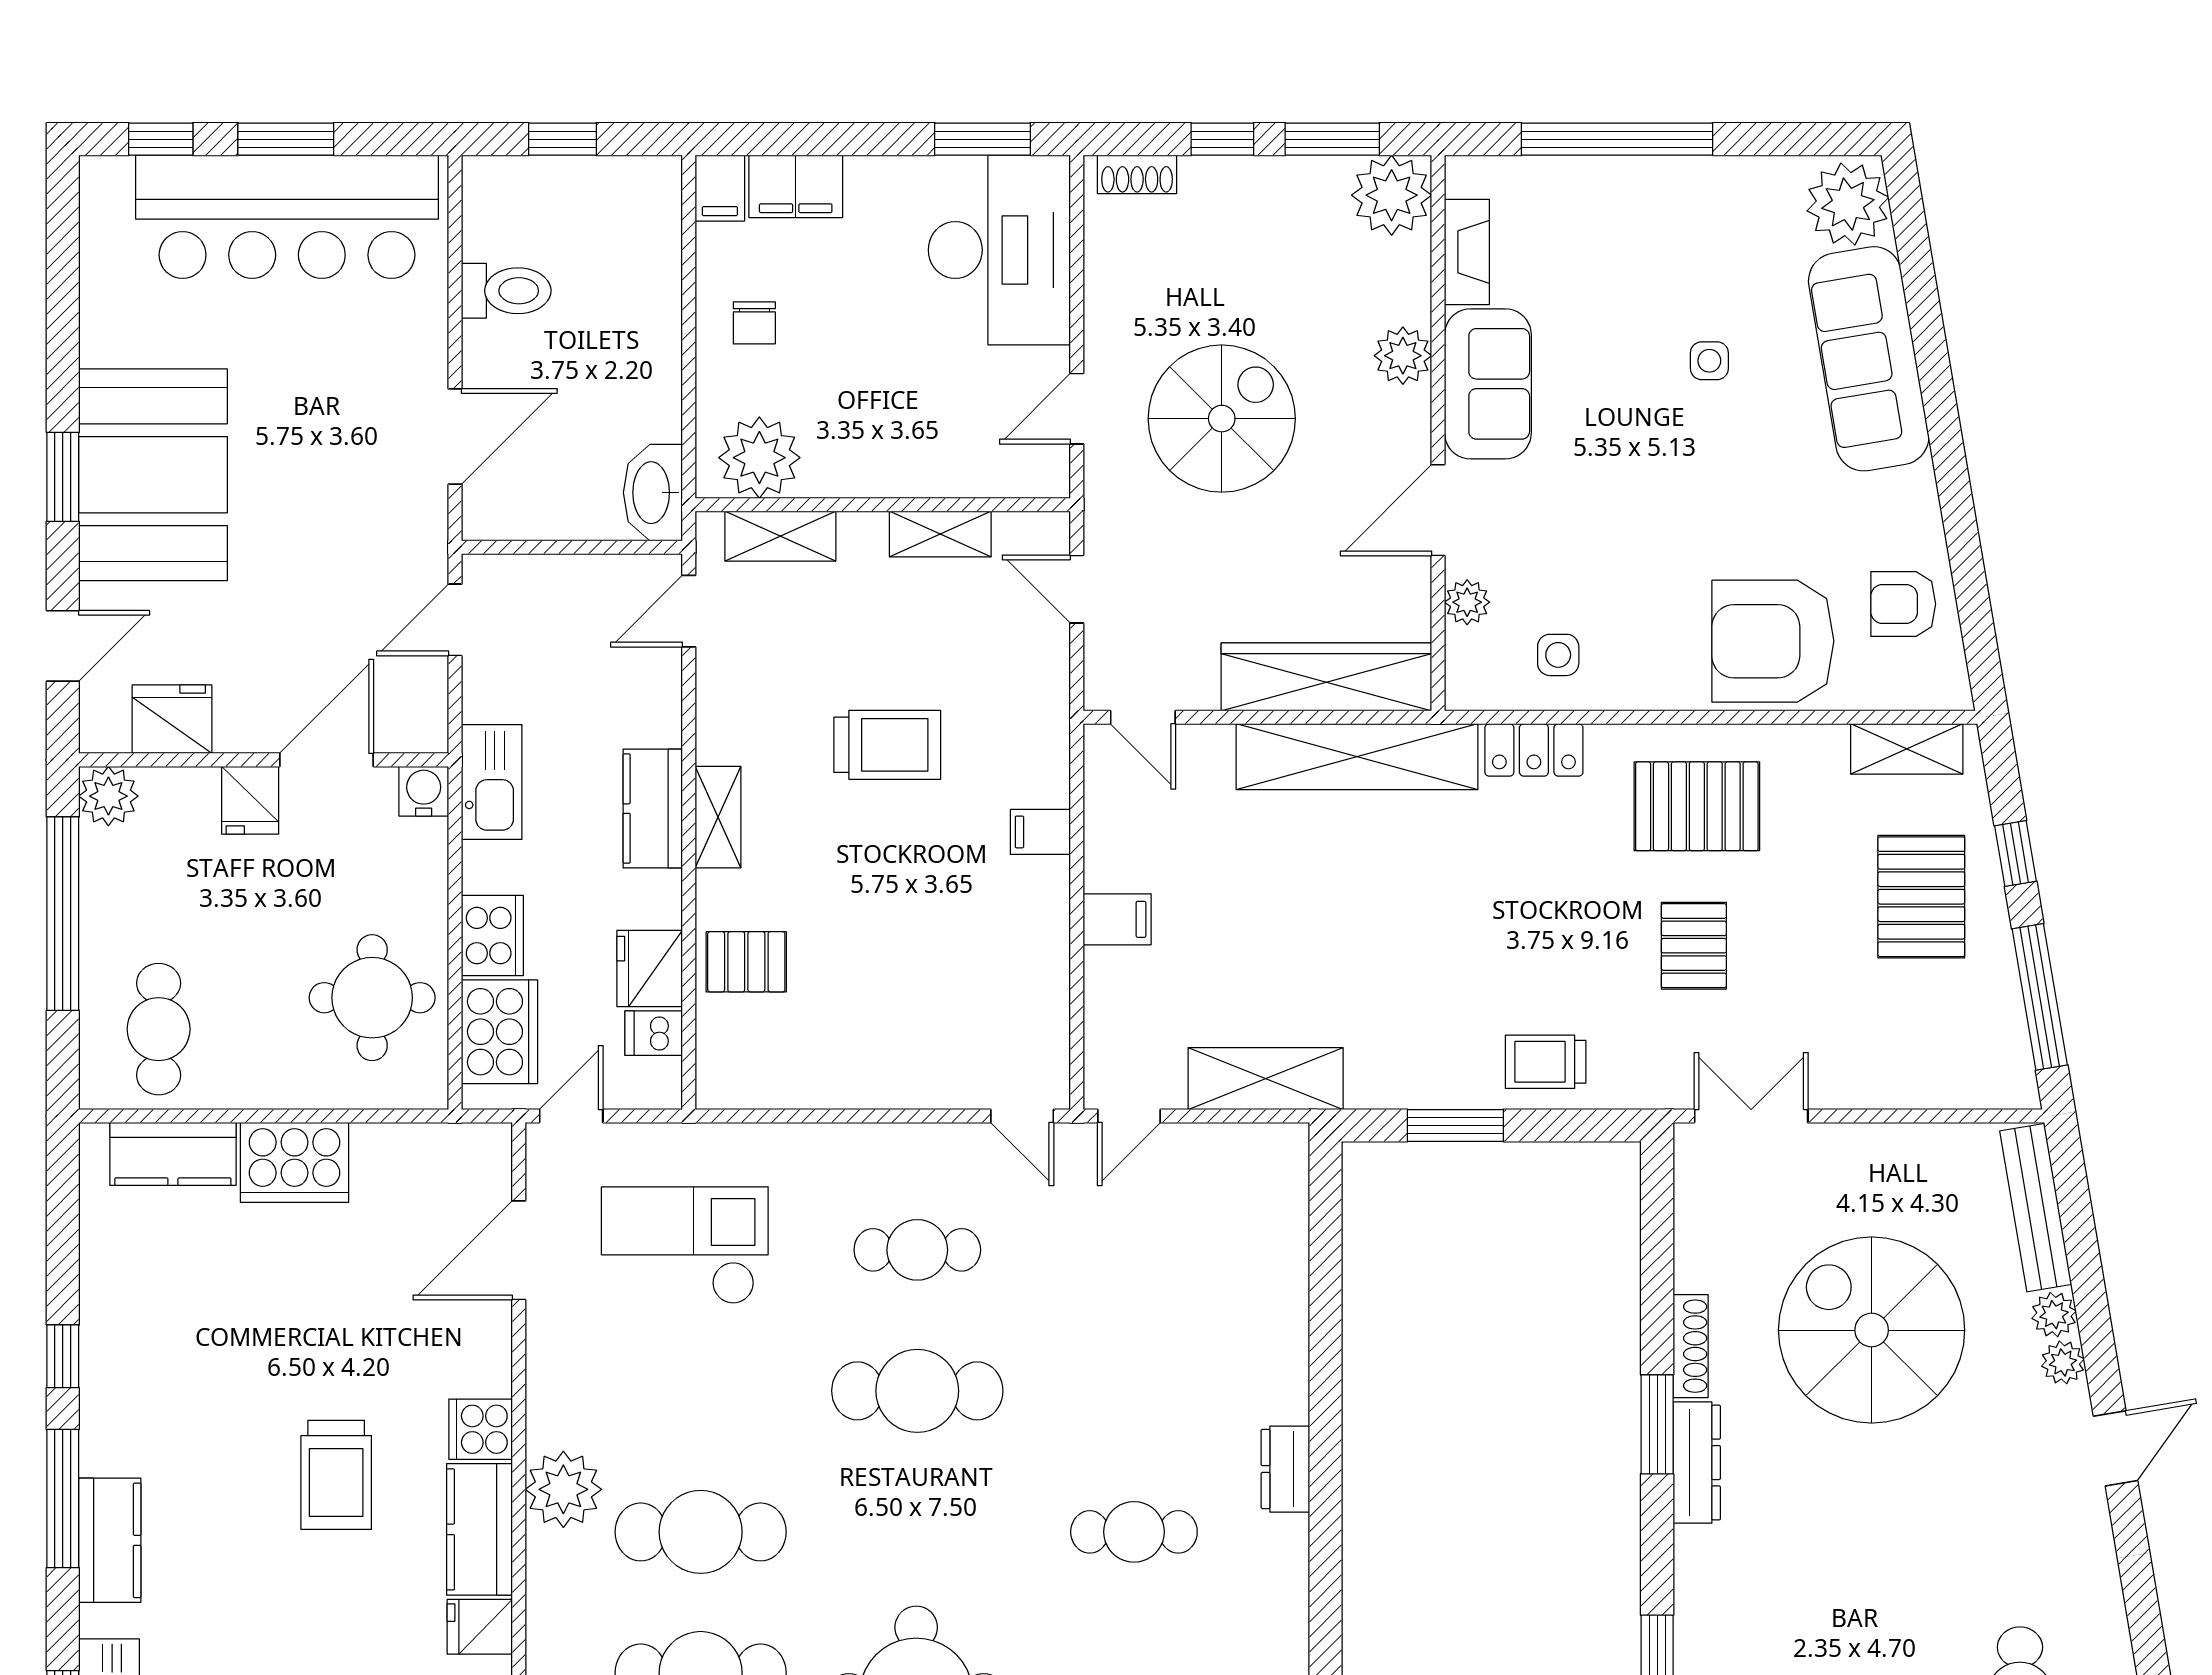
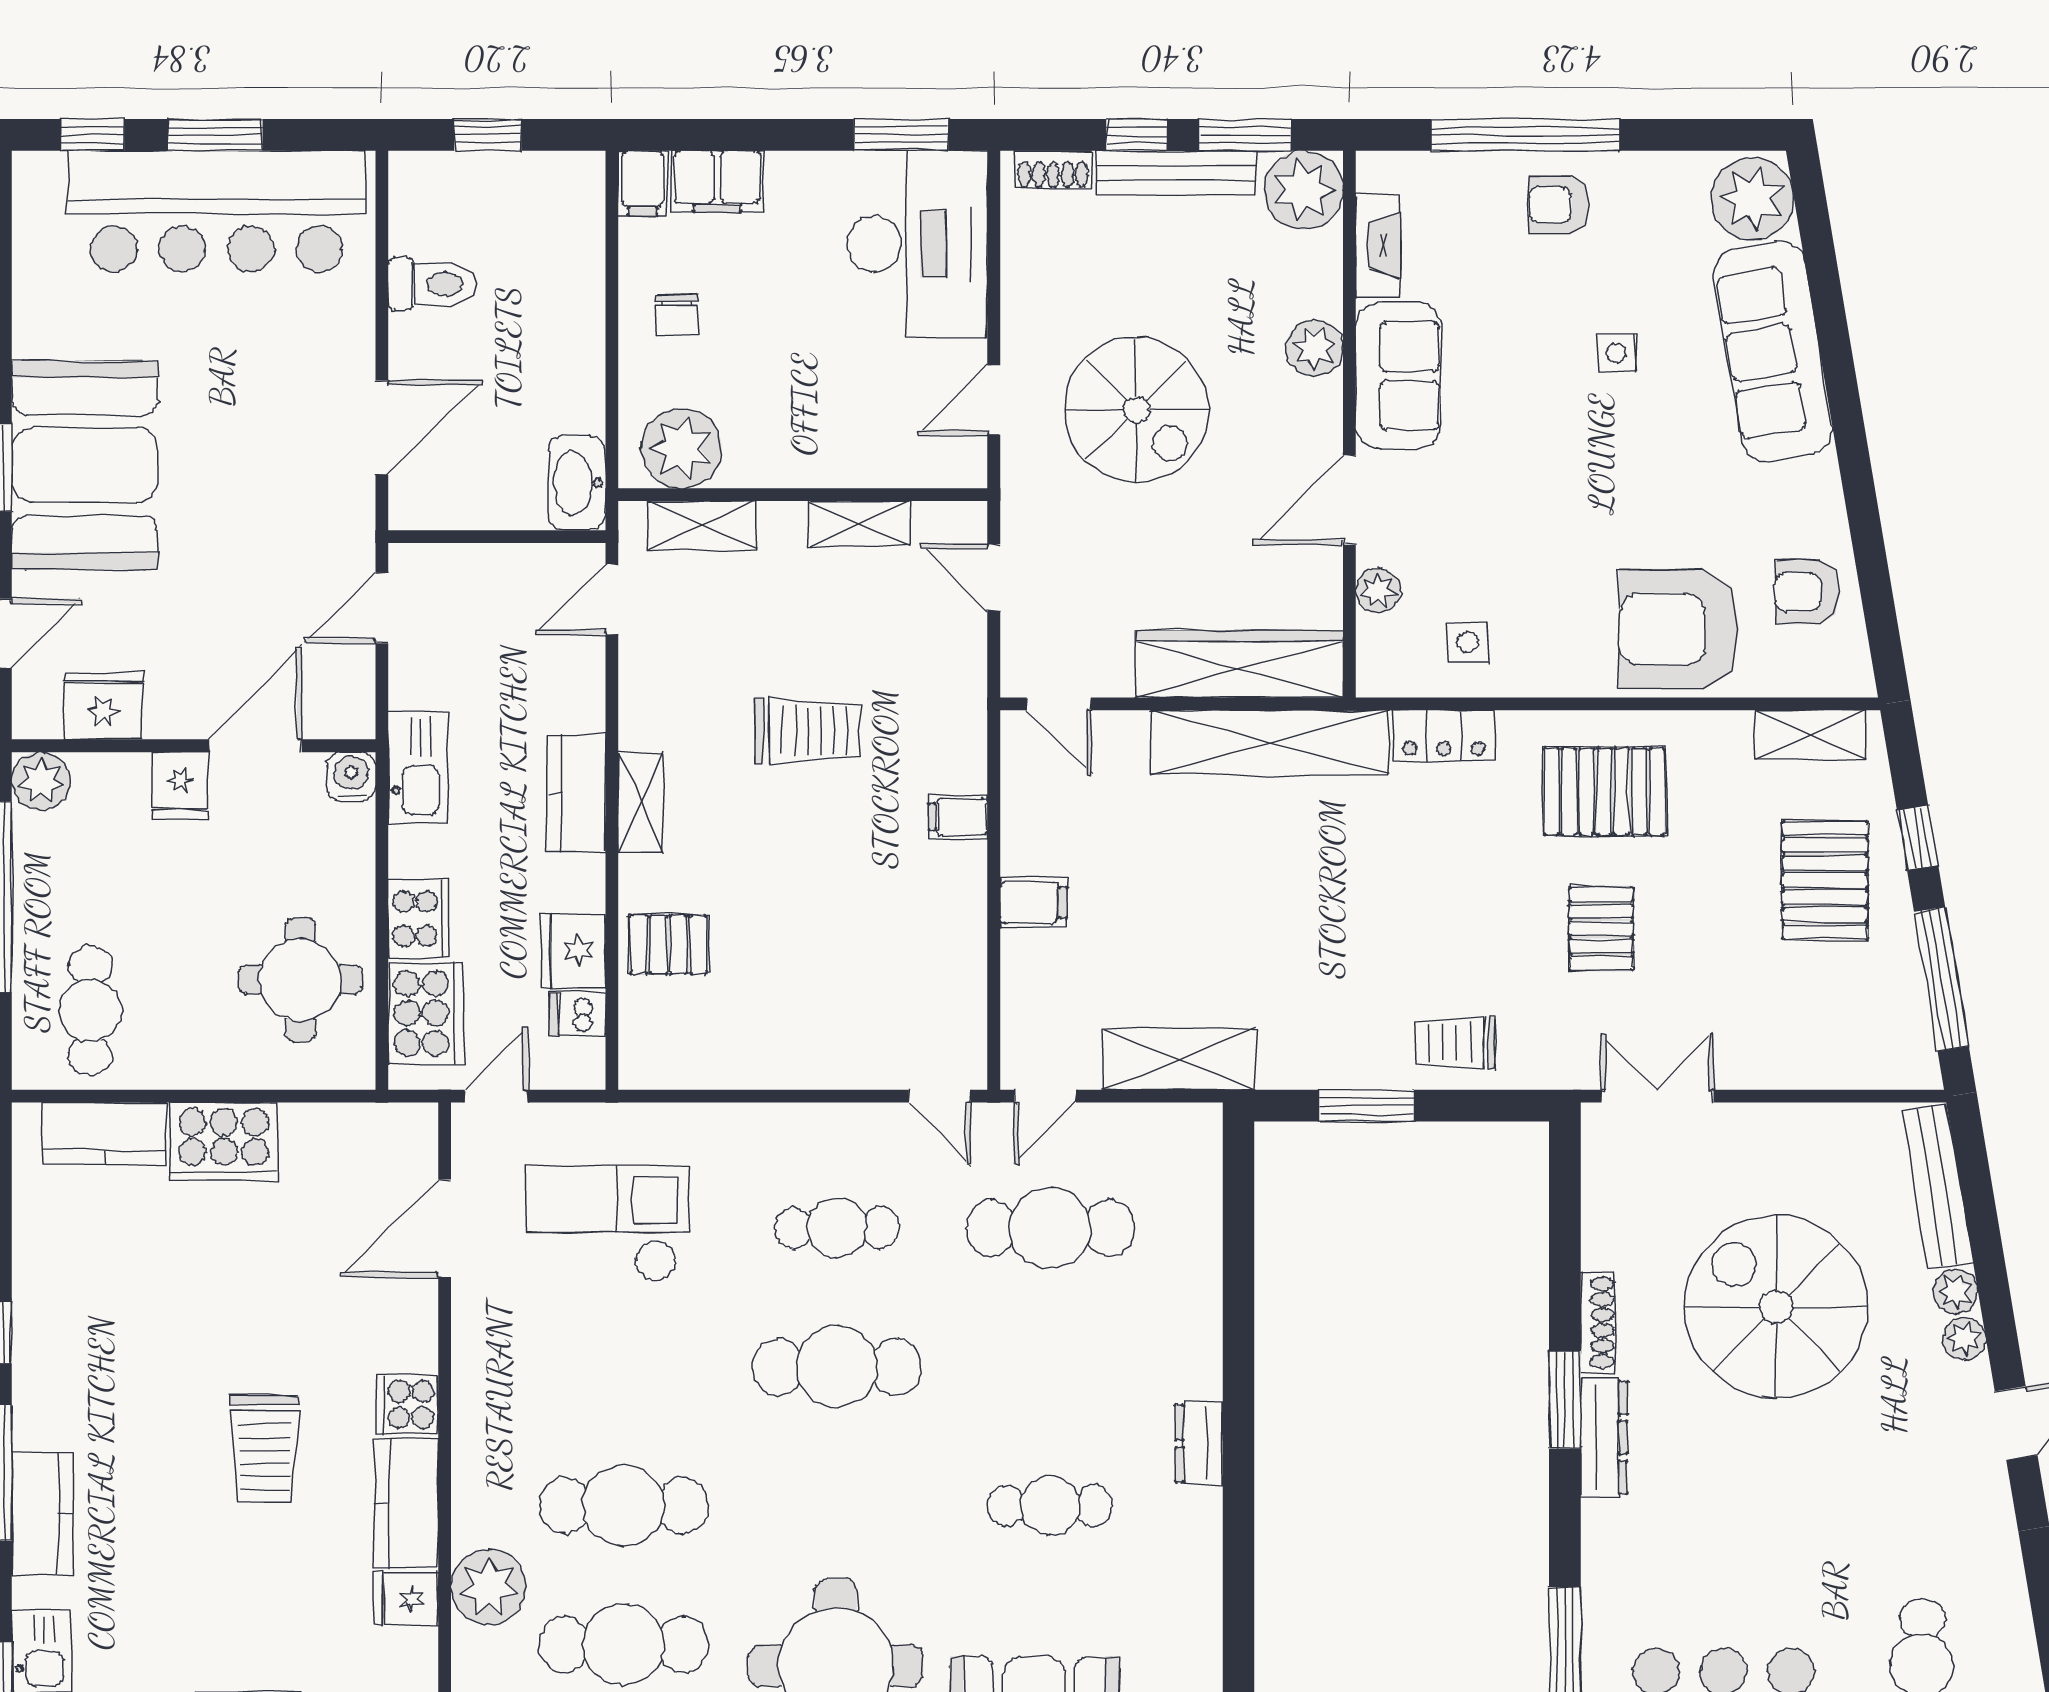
bench: (1262, 178) -> (1176, 173), added
armchair: (1650, 210) -> (1558, 205), added
spiral stairs: (1222, 419) -> (1136, 410), turned 90
cafe table: (1134, 1250) -> (1050, 1228), added
plant: (563, 1489) -> (489, 1587), moved

